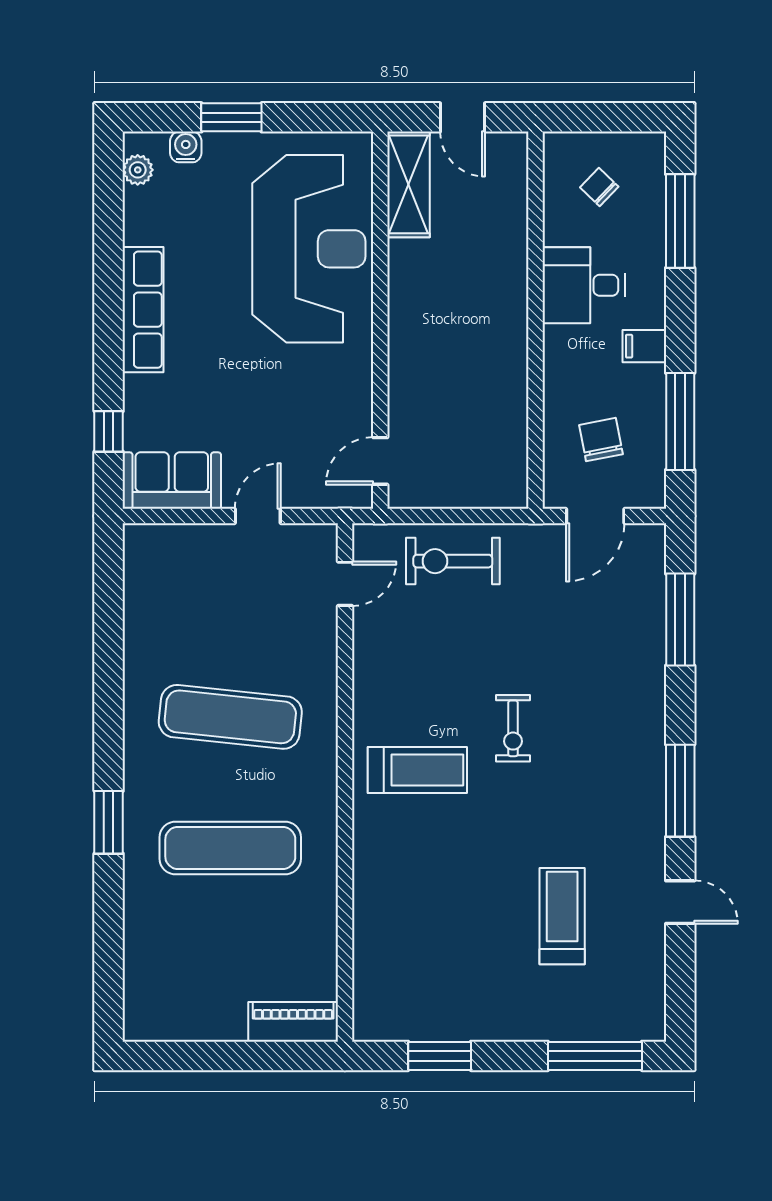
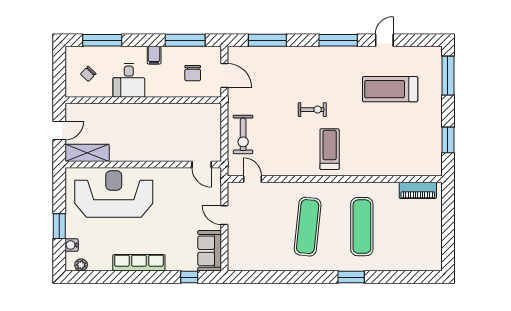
chair: (601, 440) -> (193, 73), turned -79
treadmill: (562, 916) -> (390, 89), width x1.37, depth x1.38
piano: (293, 1022) -> (418, 190), moved, turned -90

